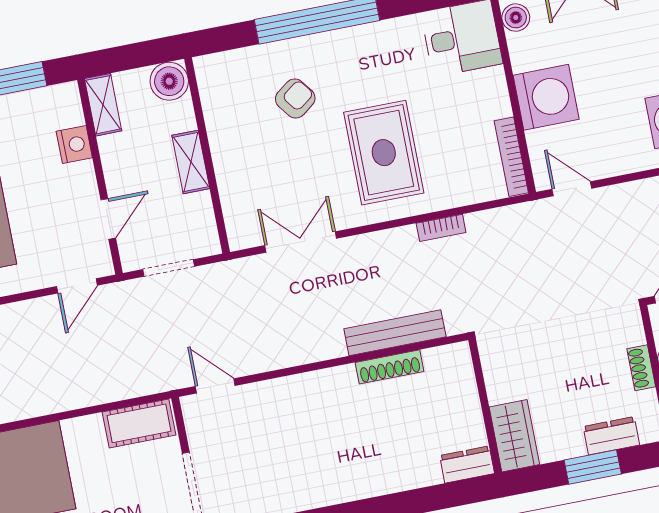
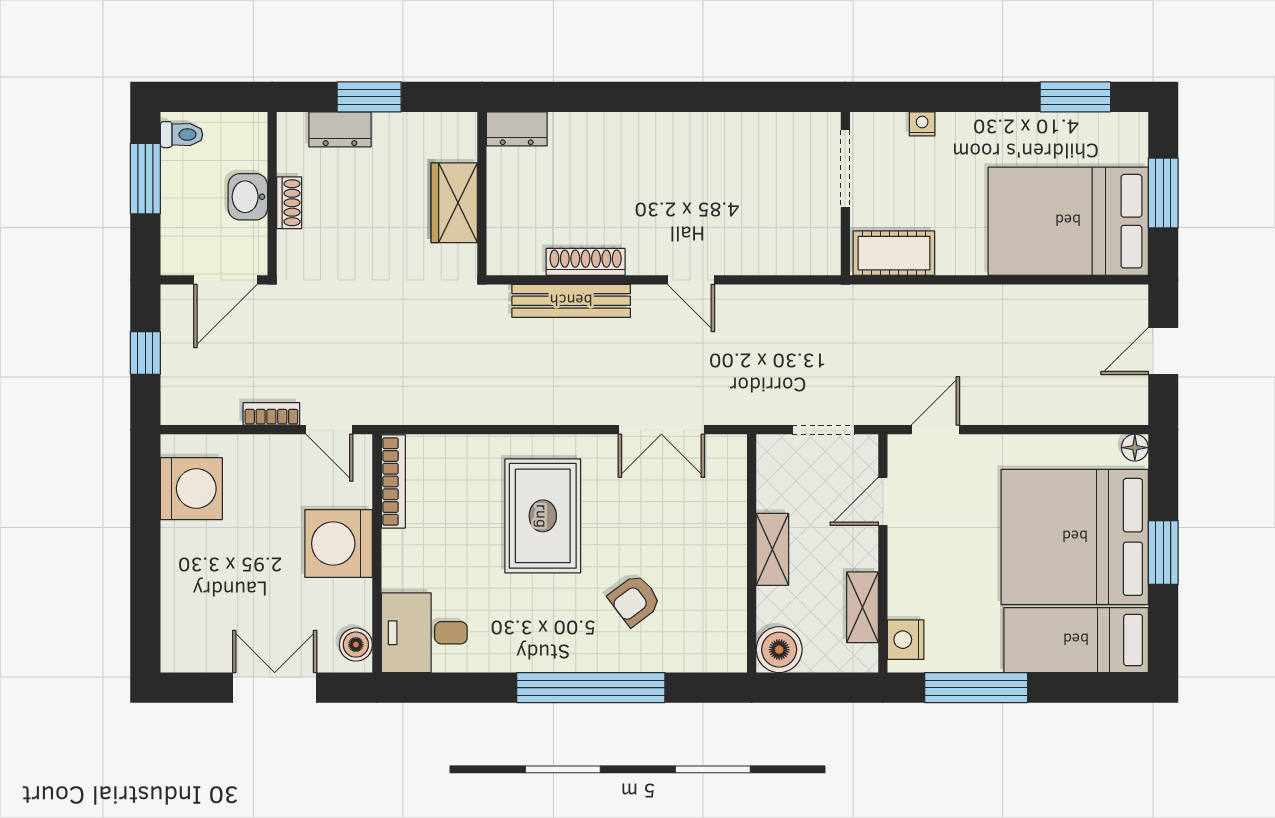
shelving: (103, 105) -> (863, 607), moved
nightstand: (74, 145) -> (906, 640), moved
bookcase: (441, 228) -> (271, 414), moved
door: (215, 386) -> (691, 280), moved
wardrobe: (514, 436) -> (454, 203), moved

